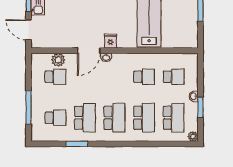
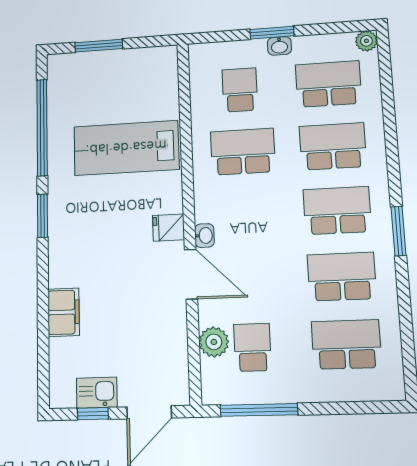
school desk: (144, 77) -> (243, 152), width x1.85
window: (29, 107) -> (259, 410), moved
window: (200, 107) -> (272, 33), moved
school desk: (55, 118) -> (346, 344), width x1.85
window: (77, 144) -> (398, 231), moved

